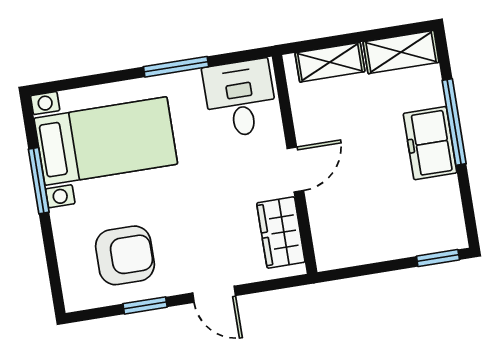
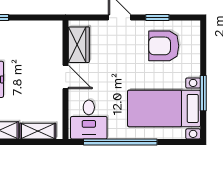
window: (176, 67) -> (120, 142), width x2.11
door: (295, 169) -> (66, 77), swing flipped

